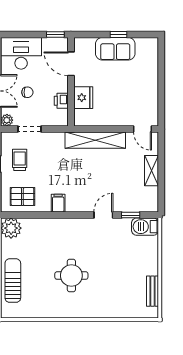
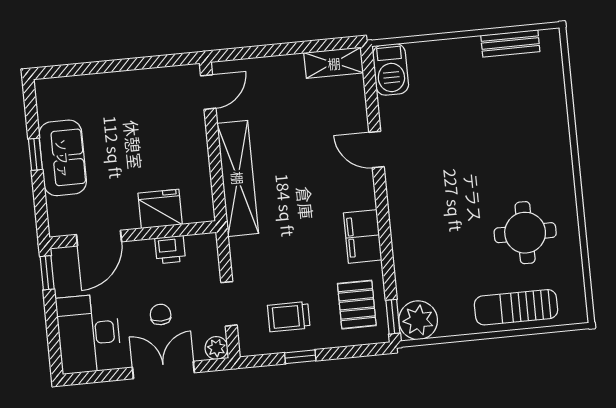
shelving: (151, 171) -> (334, 63), moved
filing cabinet: (58, 203) -> (363, 236), width x2.00
window: (131, 215) -> (393, 317), moved
round table: (71, 276) -> (525, 233), moved

